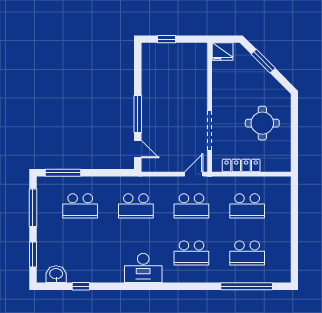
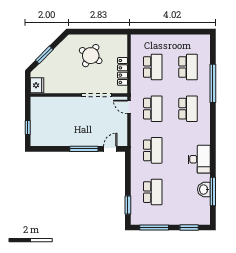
round table: (262, 123) -> (91, 56), turned 32
window: (63, 173) -> (128, 205), width x0.69
desk: (143, 268) -> (199, 159), moved
washbasin: (56, 274) -> (204, 189), moved
window: (81, 286) -> (213, 192), width x2.17
window: (247, 286) -> (213, 83), moved

